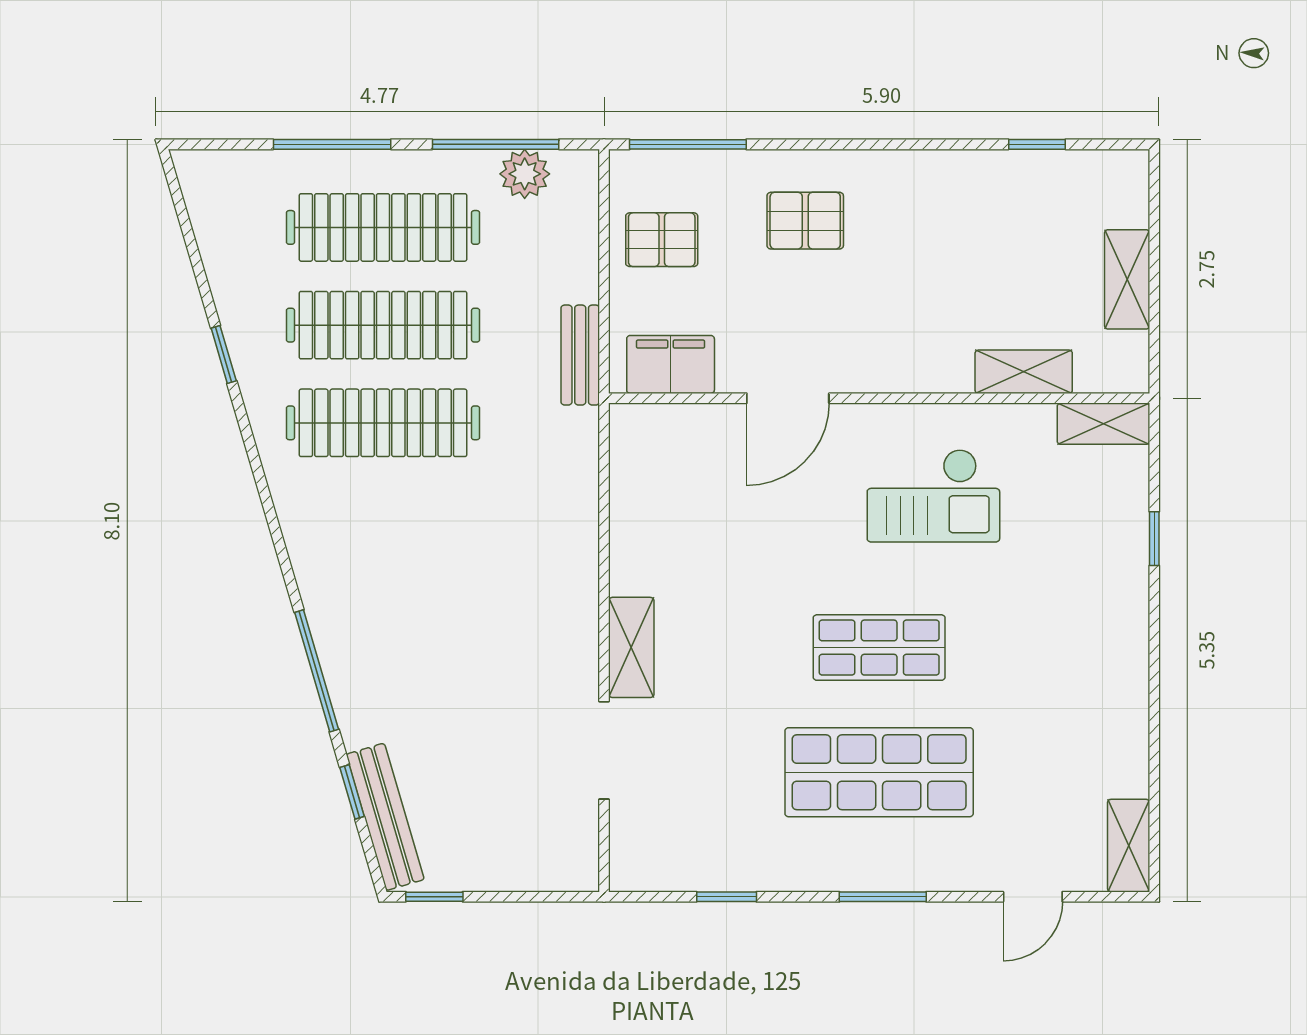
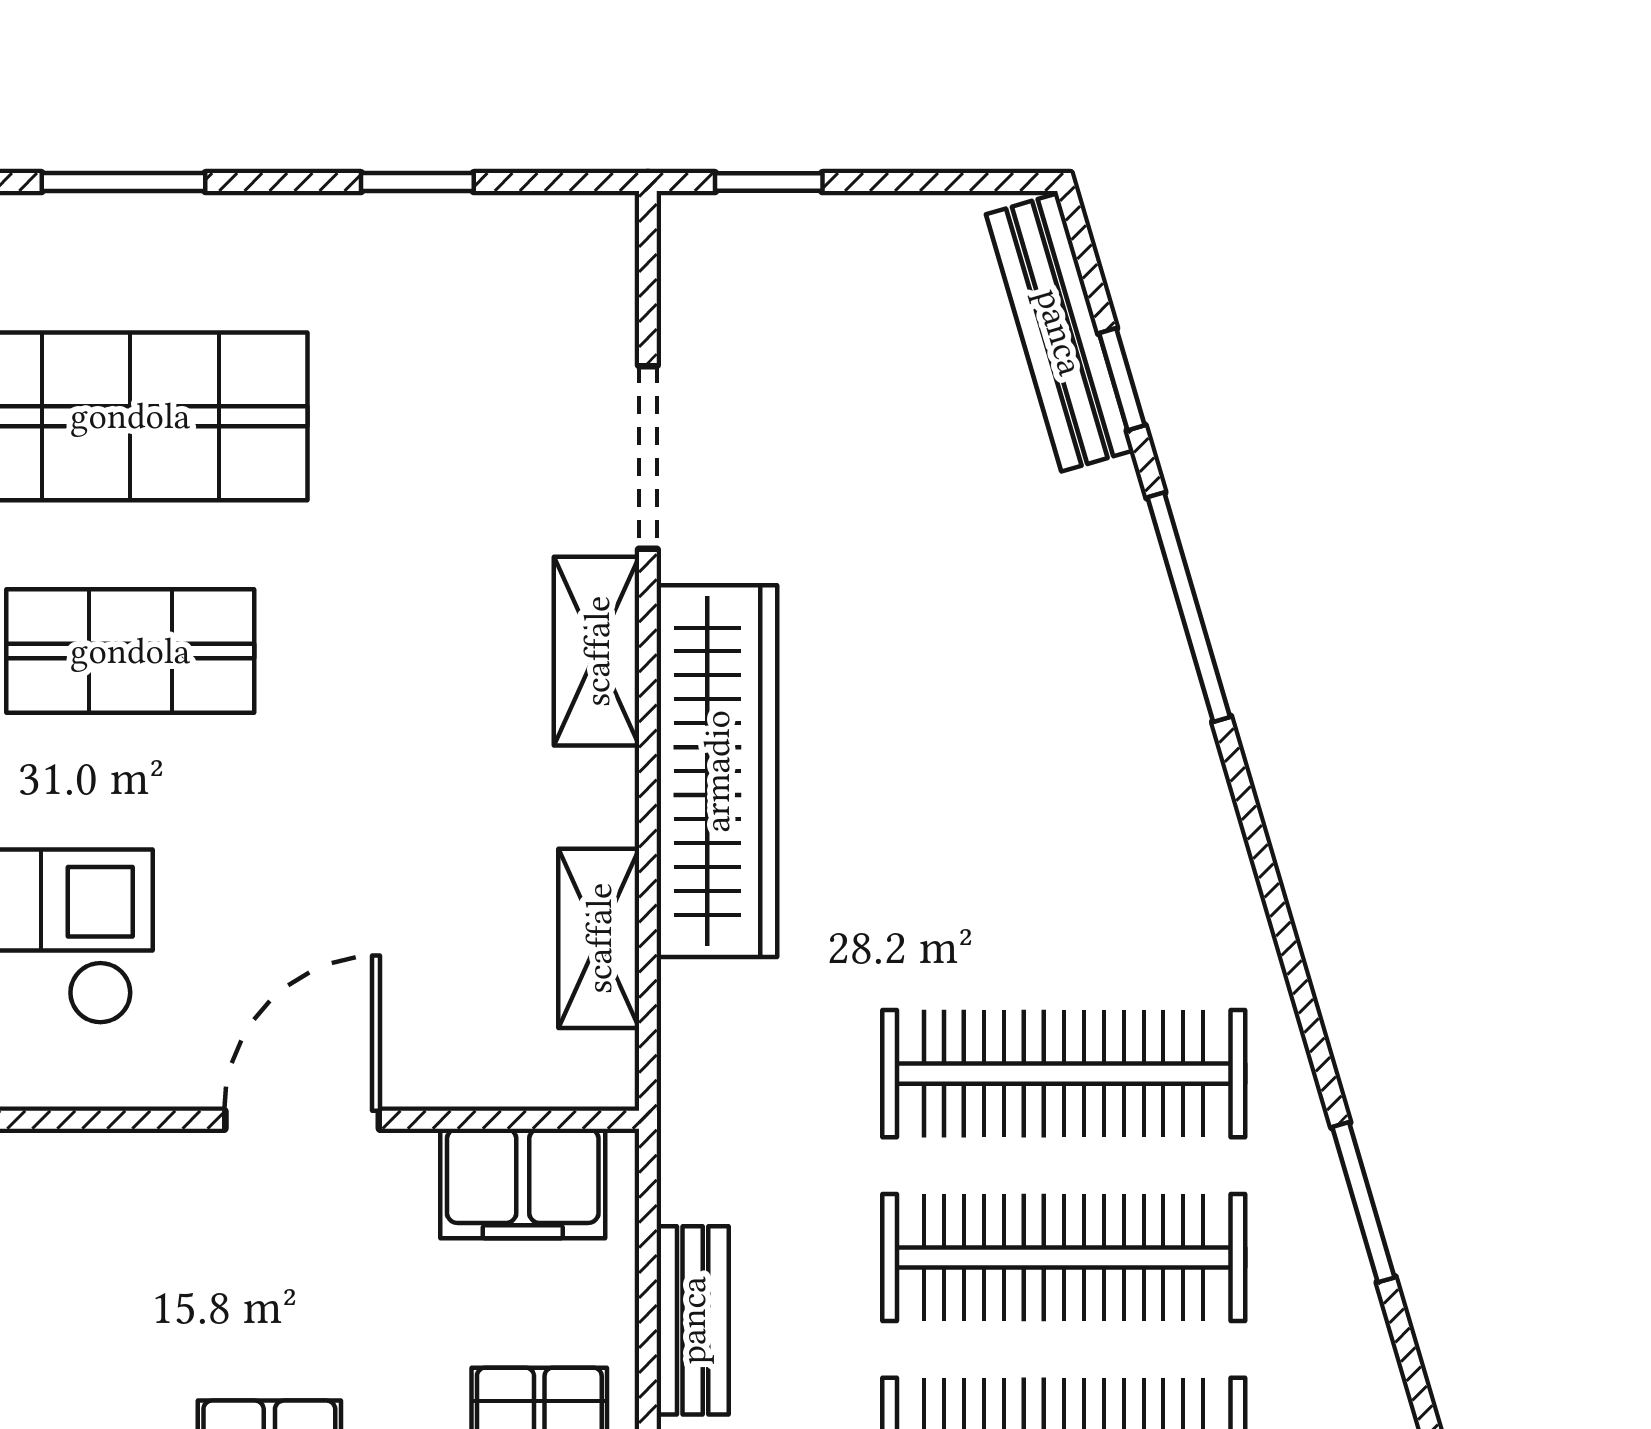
window: (224, 354) -> (1363, 1202), width x1.50
bench: (580, 355) -> (693, 1320), moved
shelving: (630, 495) -> (599, 938), added
wardrobe: (567, 584) -> (717, 771), added
window: (434, 897) -> (769, 182), moved

